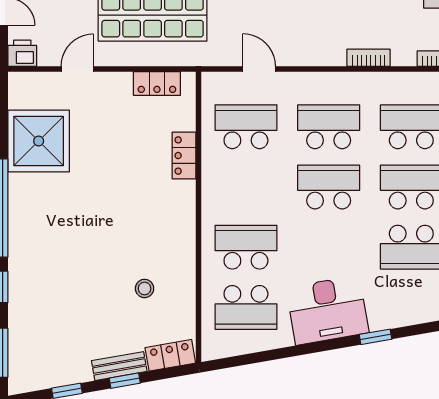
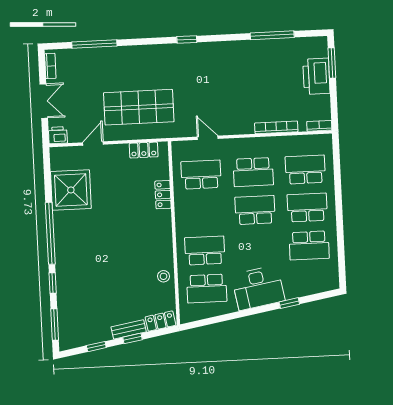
bookcase: (369, 58) -> (276, 127), width x1.56
school desk: (329, 127) -> (253, 172), turned 180
stool: (145, 288) -> (164, 276), moved

